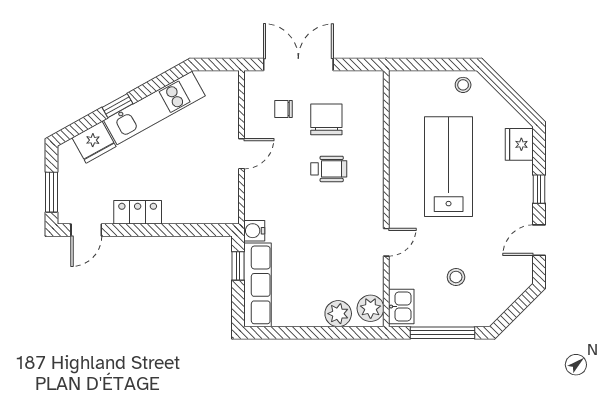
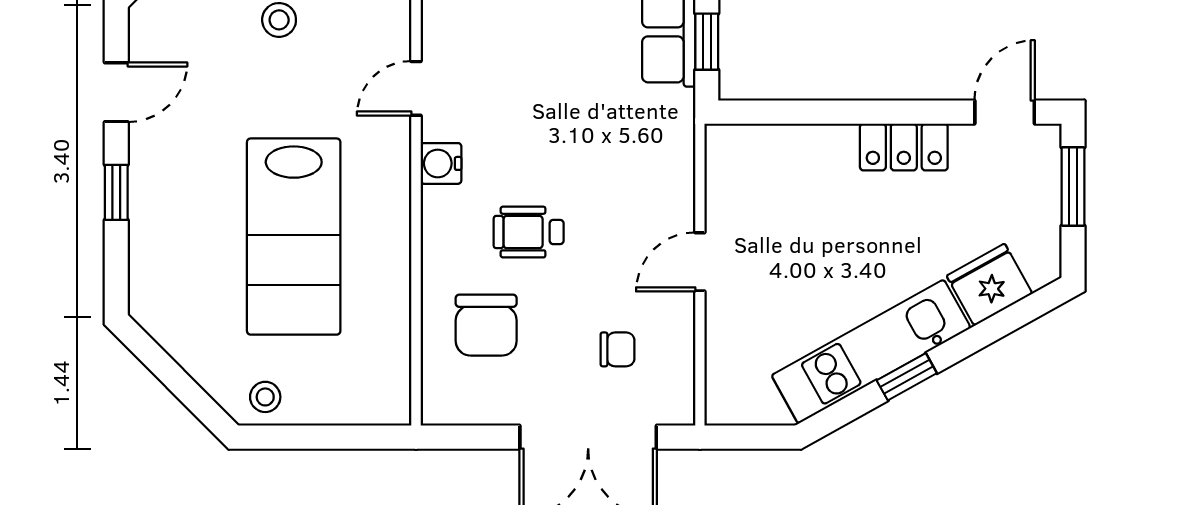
window: (117, 106) -> (907, 377), moved
chair: (326, 119) -> (486, 325), moved
fridge: (519, 144) -> (155, 280), removed
water cooler: (254, 231) -> (441, 163), moved, turned 180

